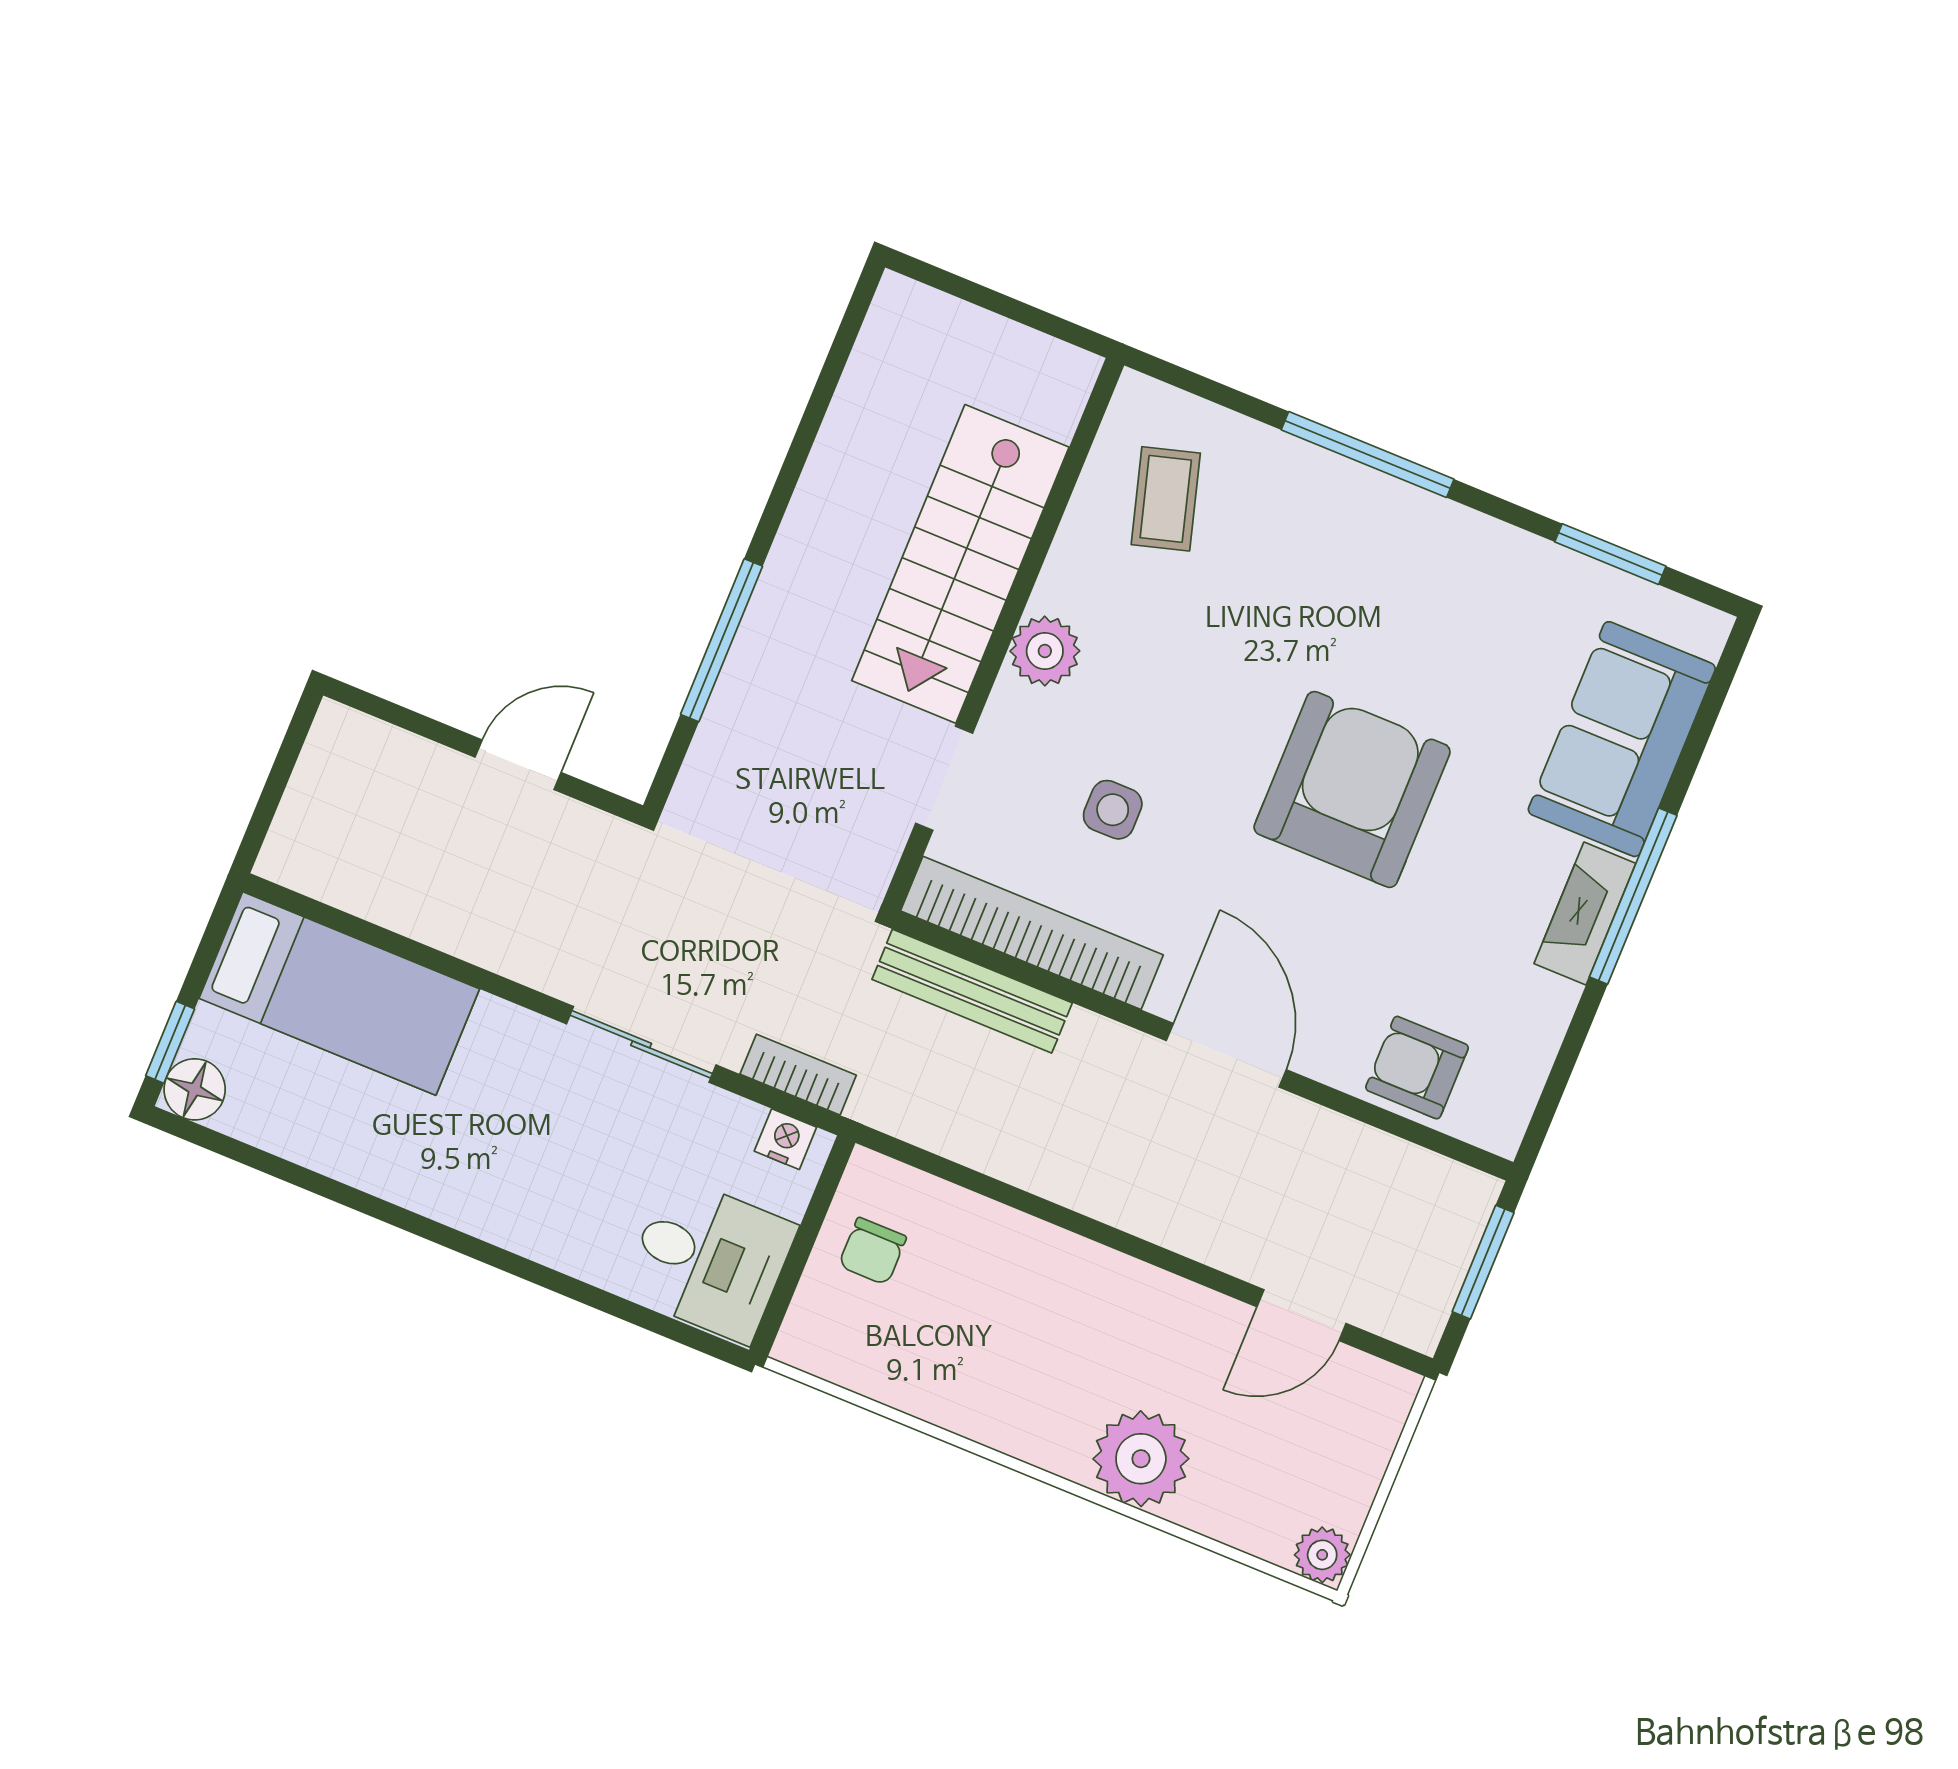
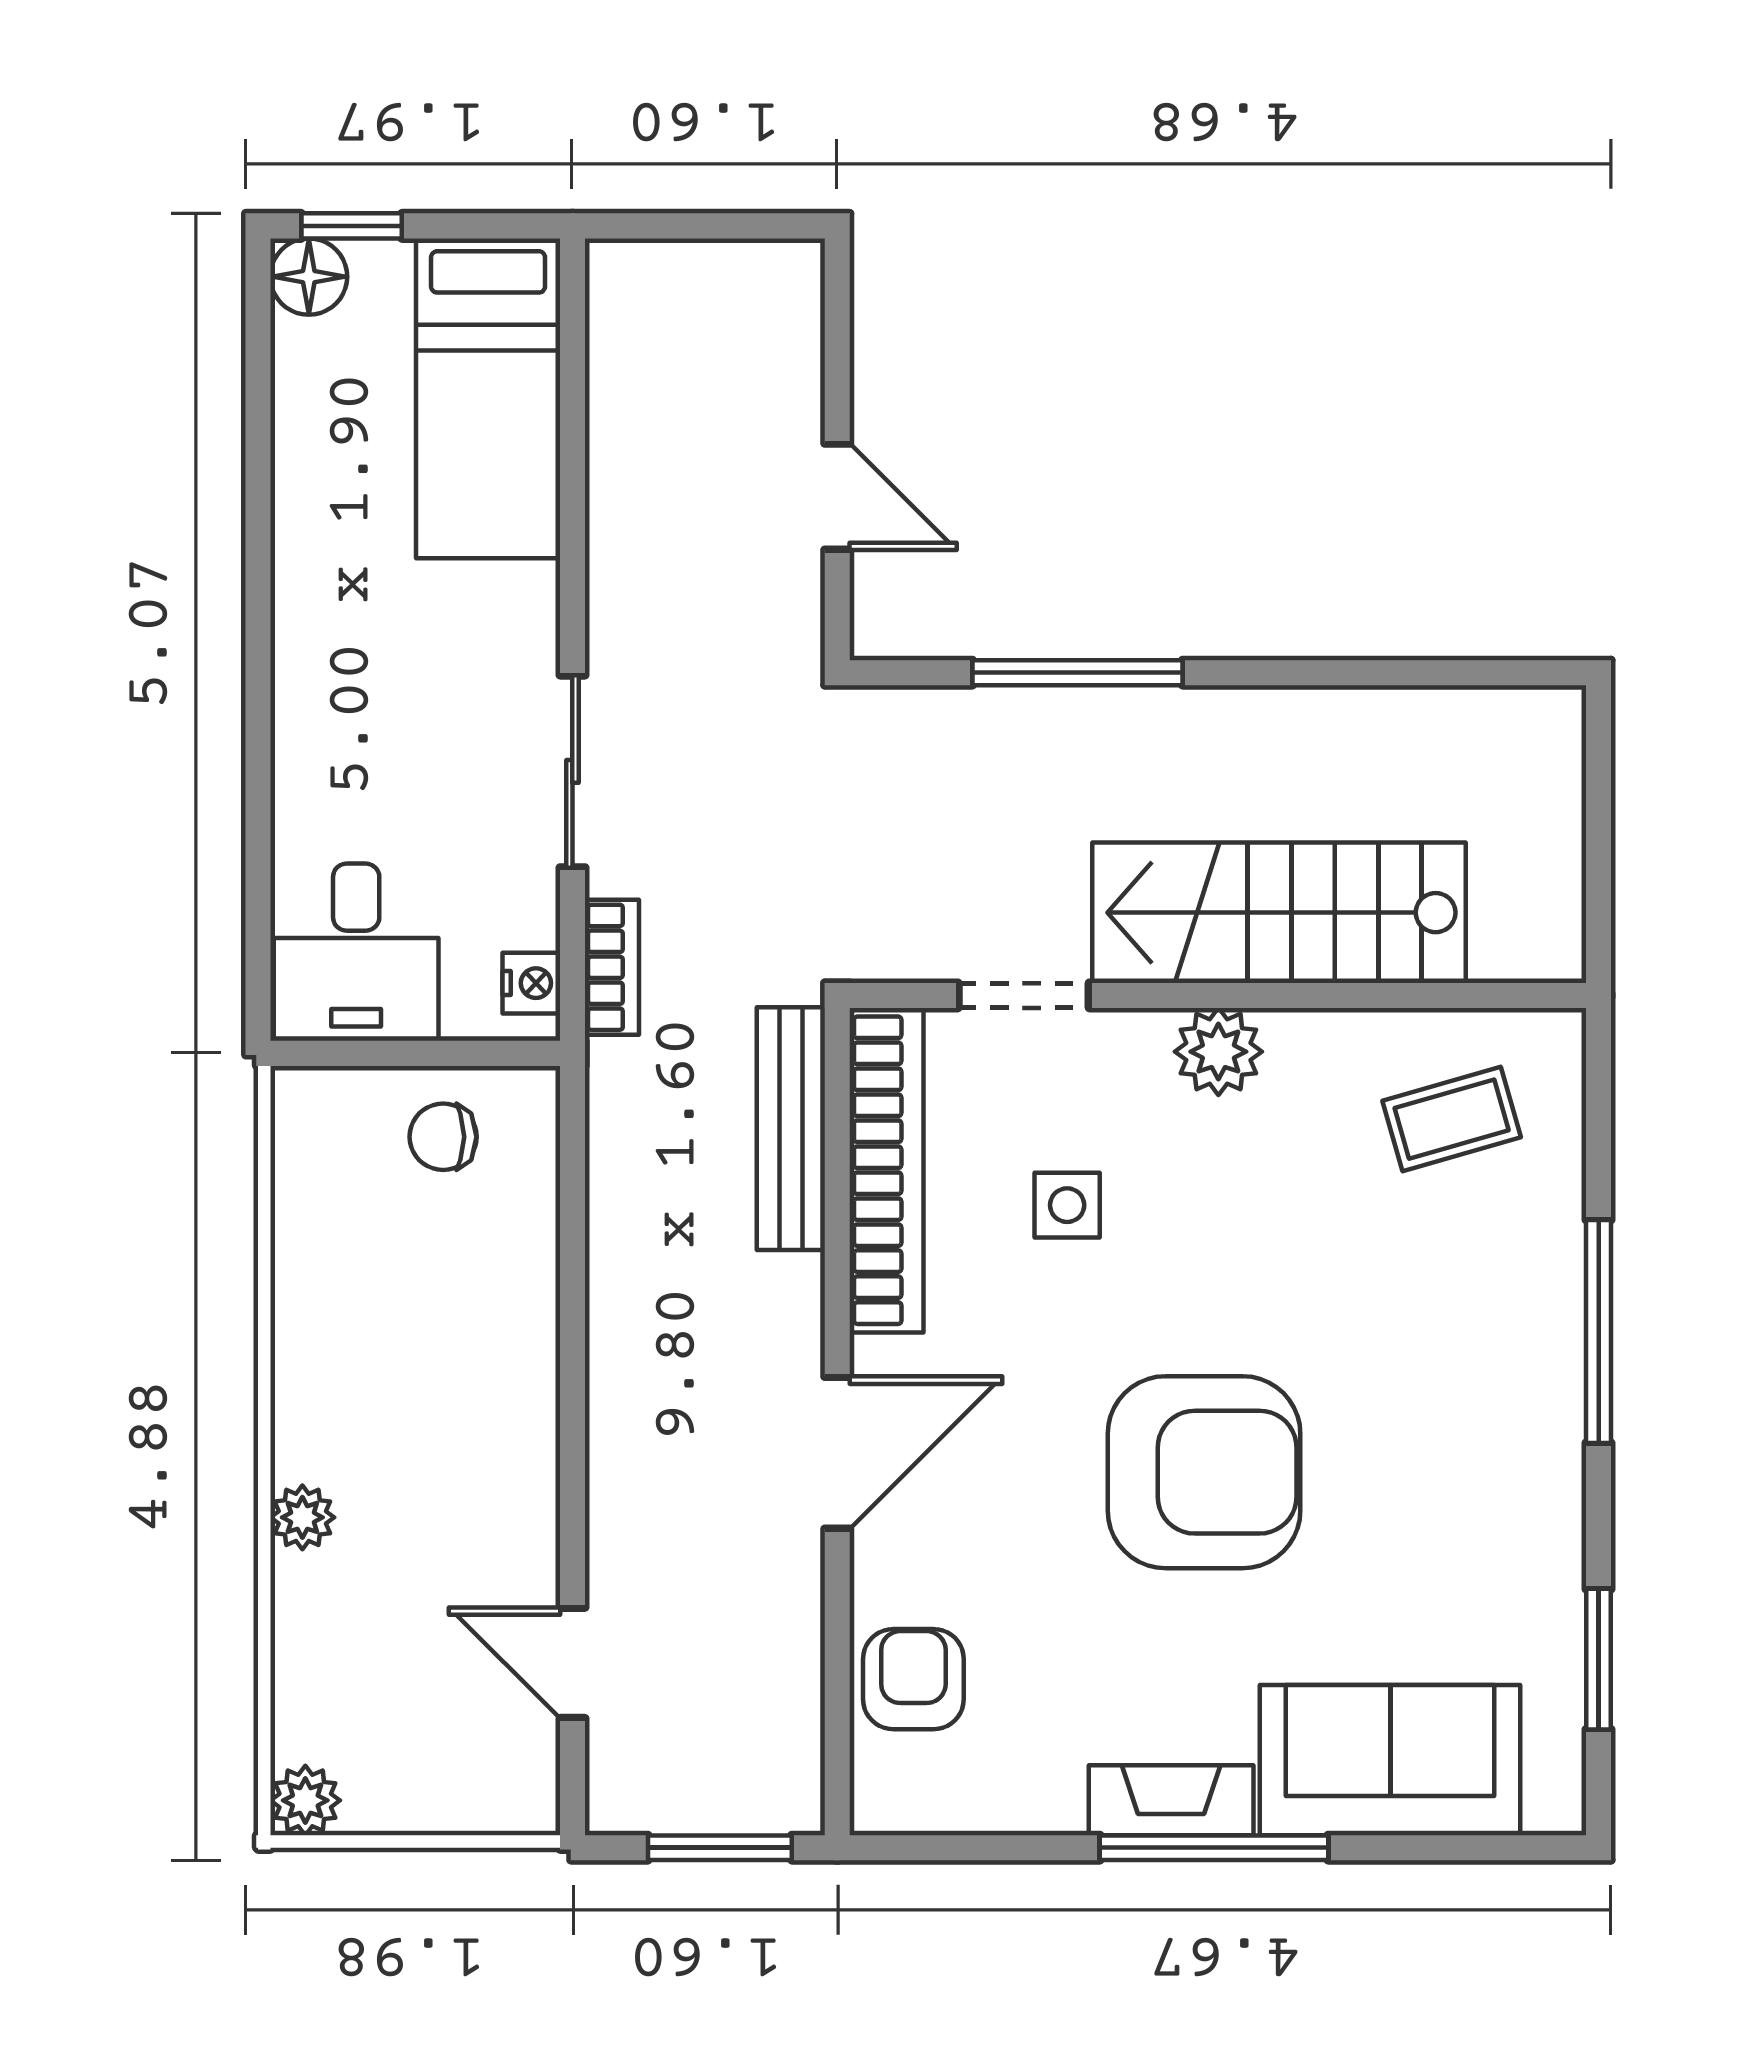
plant: (1141, 1459) -> (302, 1517), width x0.53, depth x0.53

